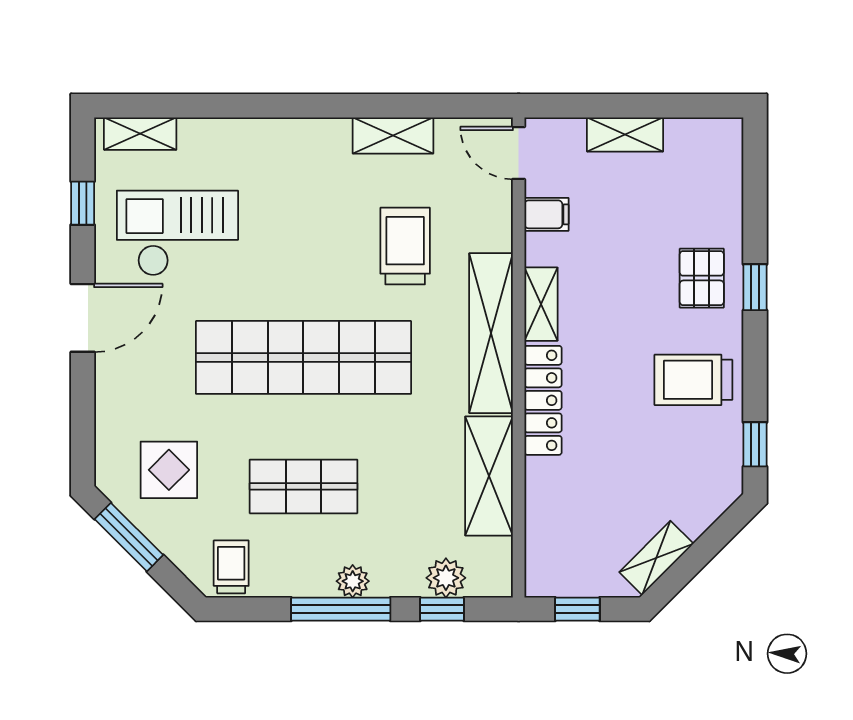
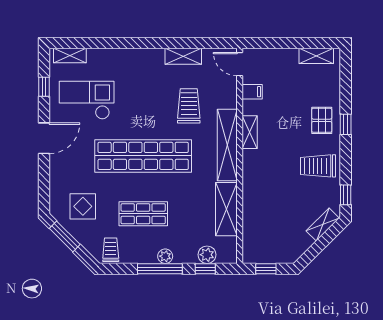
shelving: (625, 134) -> (316, 56), moved
locker: (543, 400) -> (251, 175), removed
shelving: (656, 558) -> (323, 224), moved

